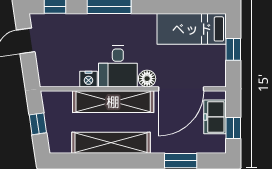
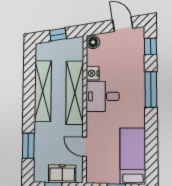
floor lamp: (147, 79) -> (93, 42), moved
door: (181, 89) -> (85, 147), width x0.53

